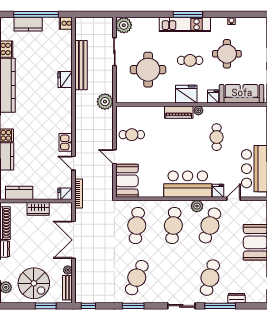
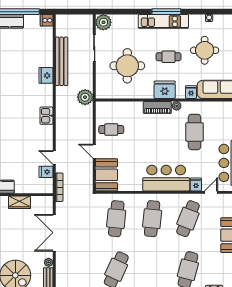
cafe table: (217, 137) -> (194, 132), width x1.37, depth x1.35
kitchen sink: (66, 142) -> (46, 116), moved
fridge: (65, 194) -> (46, 172), moved
plant: (197, 206) -> (175, 200), removed

